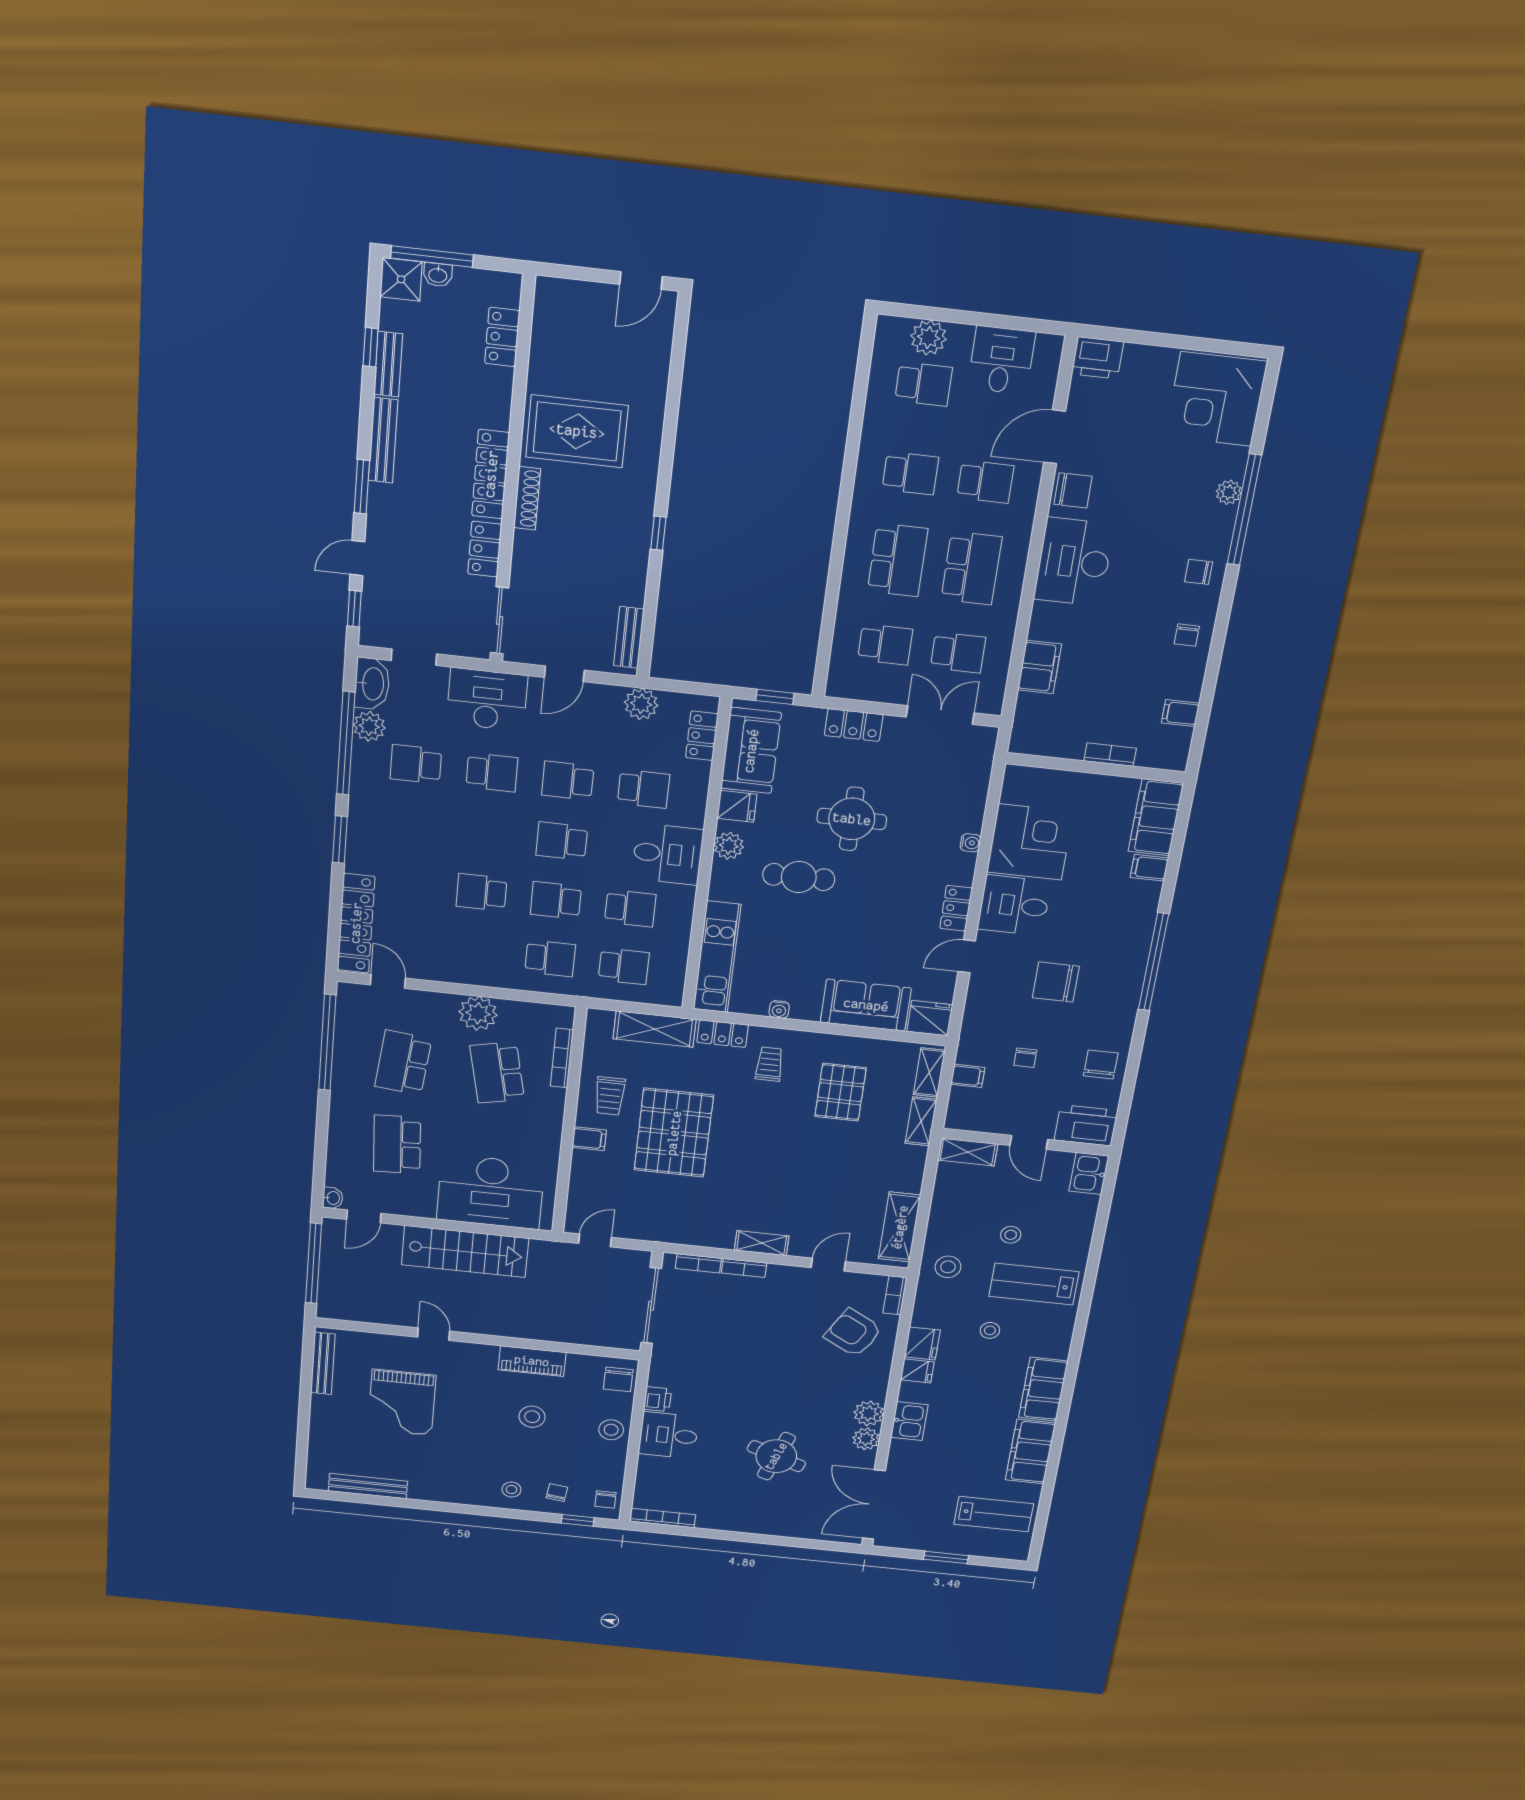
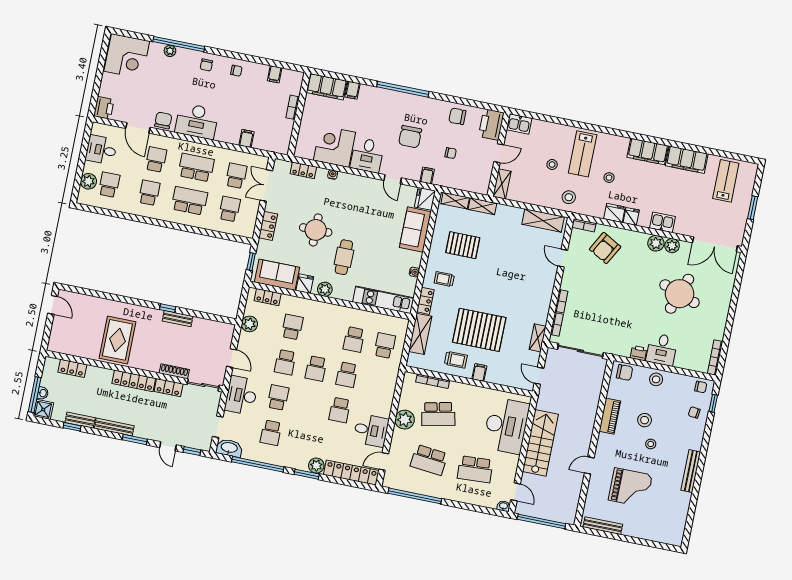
shoe rack: (527, 498) -> (174, 371), moved
bench: (629, 637) -> (178, 319), moved
filing cabinet: (1040, 667) -> (246, 139), width x0.50
plant: (369, 726) -> (316, 466), moved
desk: (668, 854) -> (371, 430), moved, turned 90
school desk: (630, 908) -> (354, 339), turned 180
locker: (956, 908) -> (303, 170), moved
school desk: (550, 958) -> (378, 381), removed
filing cabinet: (968, 1076) -> (427, 176), moved
shelving: (762, 1243) -> (538, 338), moved
round table: (776, 1456) -> (680, 294), width x1.36, depth x1.36
bench: (368, 1486) -> (691, 471), moved
stool: (511, 1490) -> (651, 444), moved

